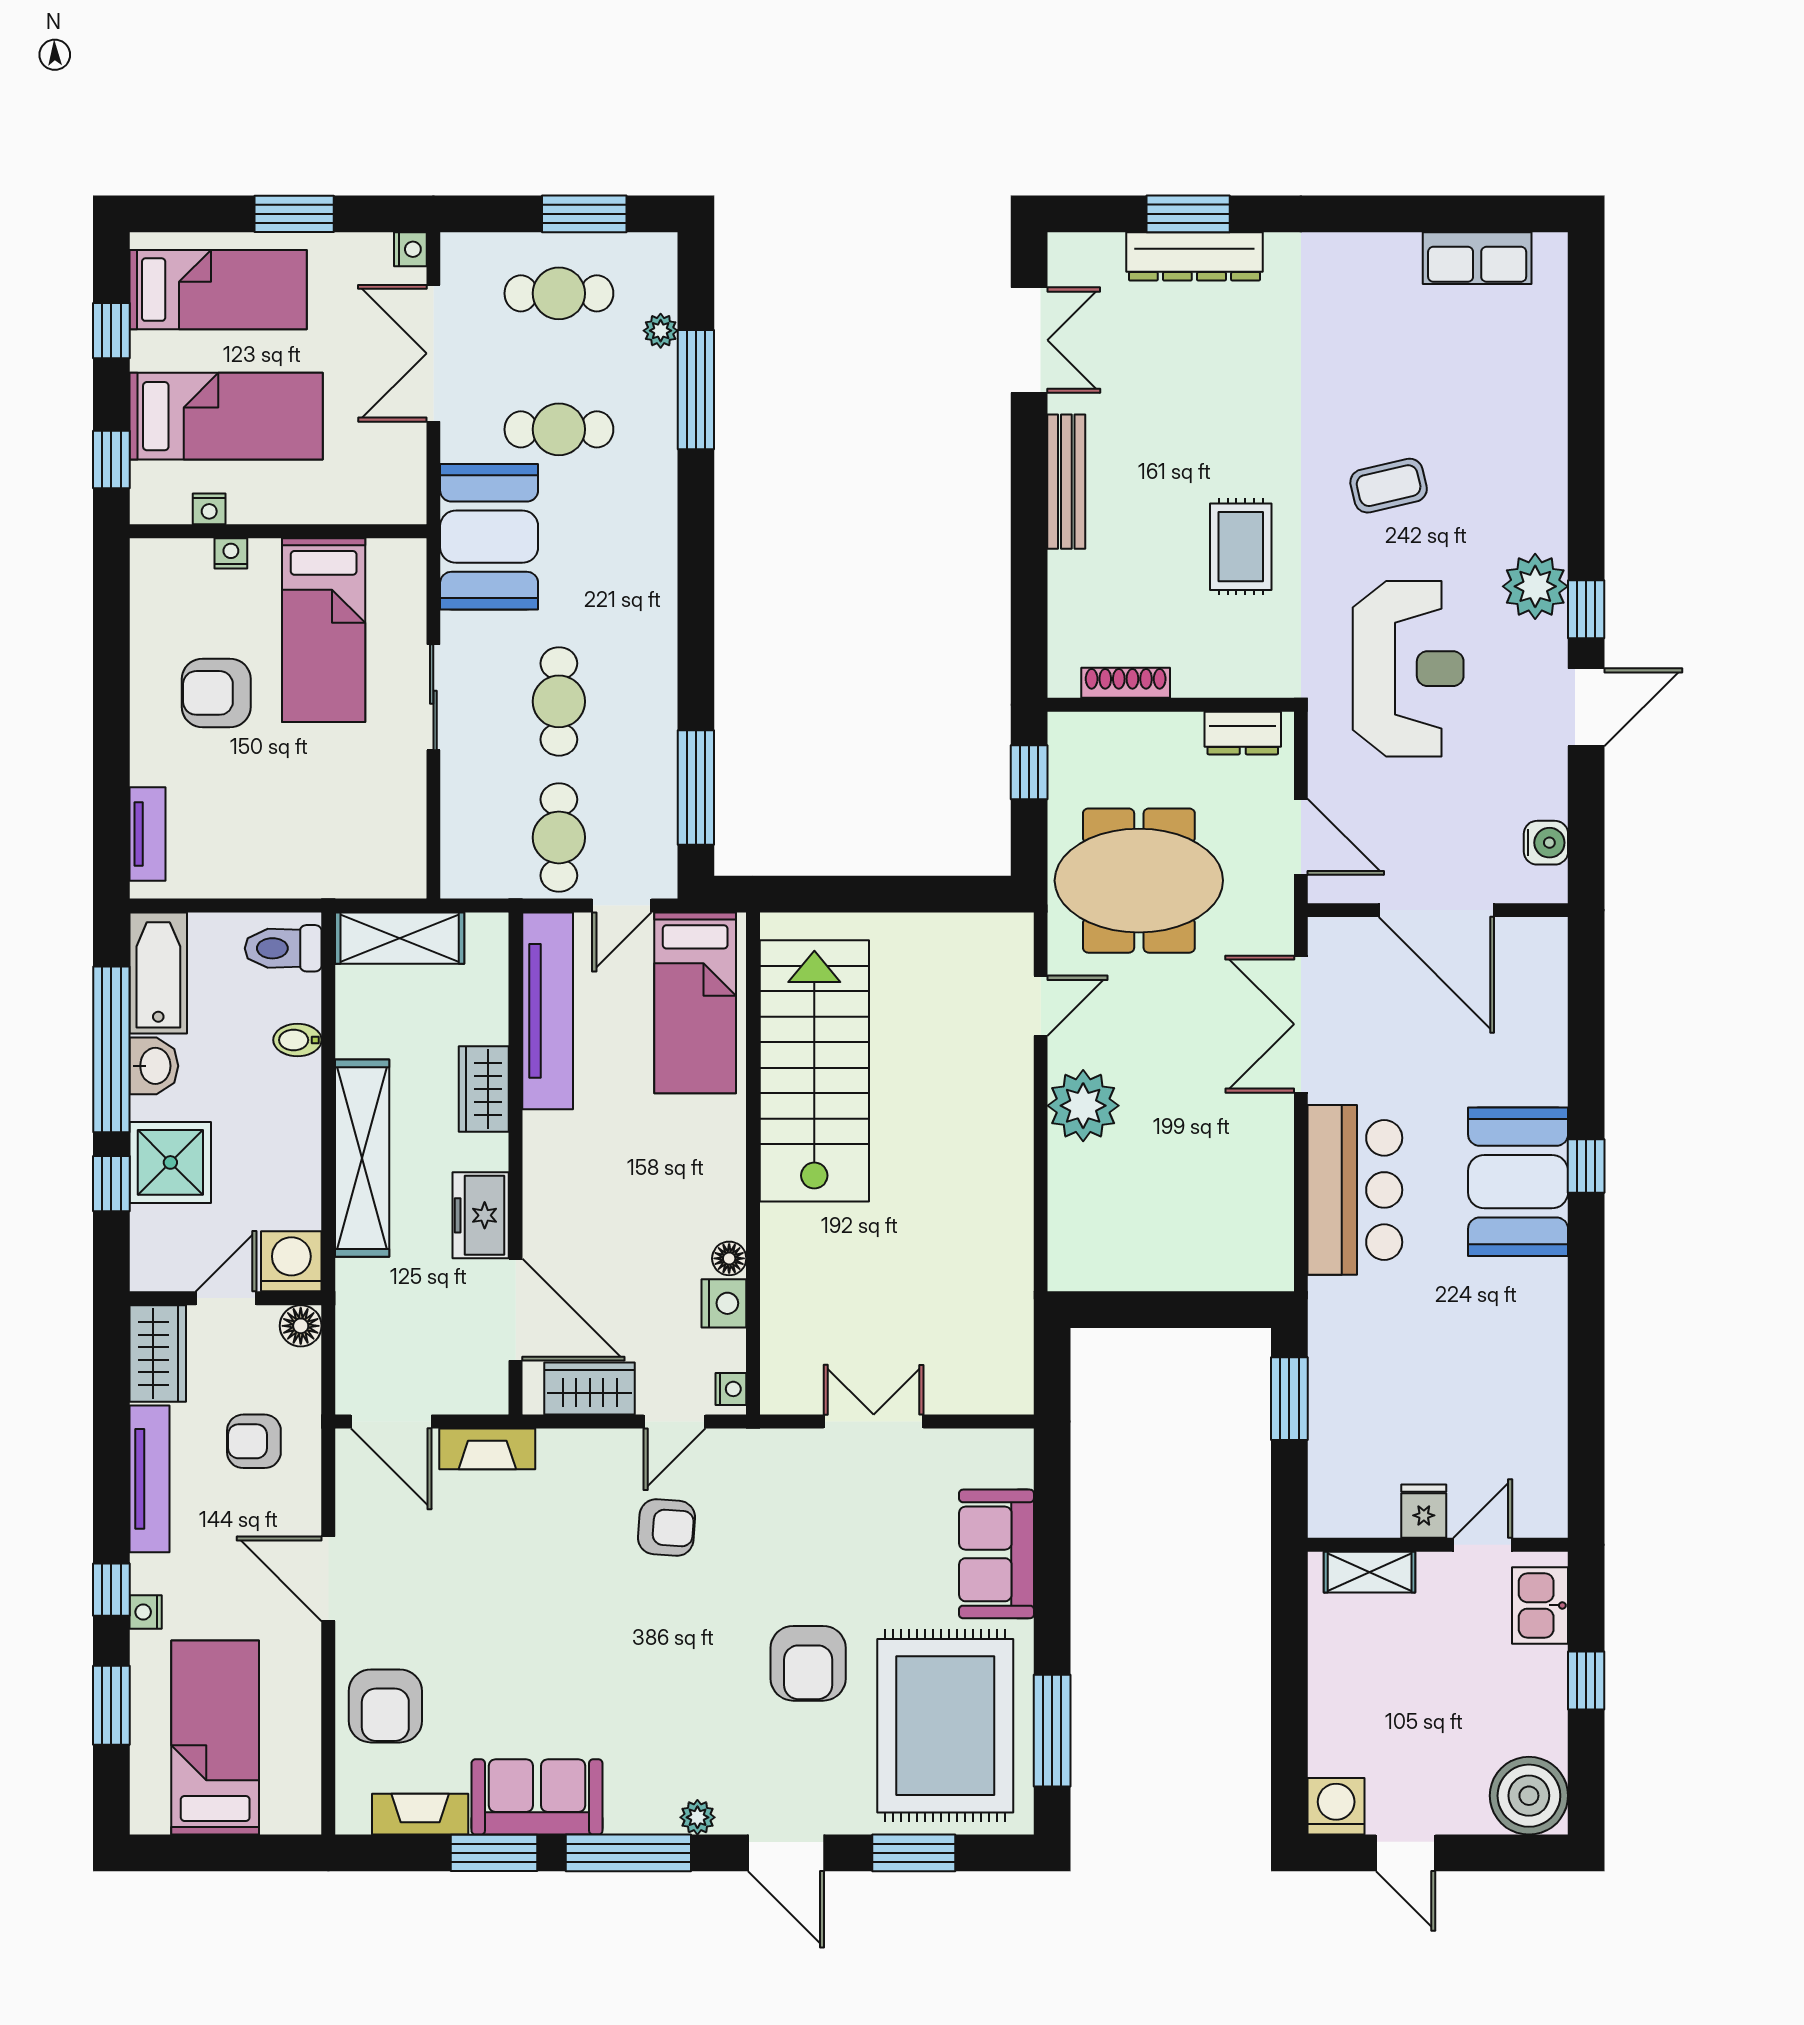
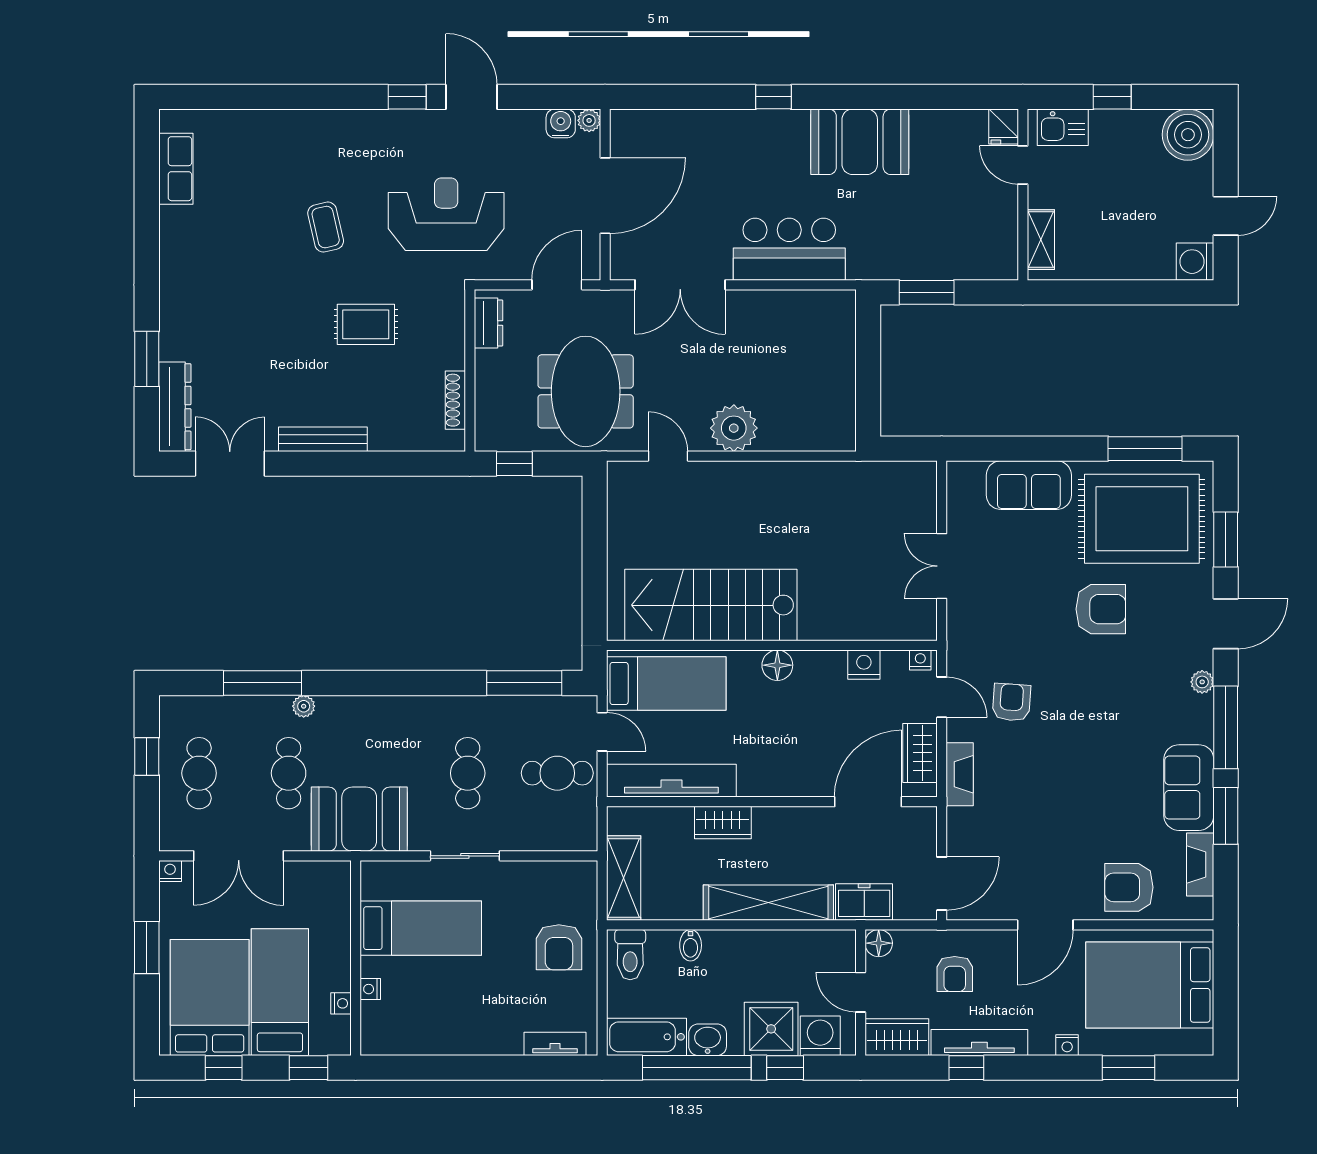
window: (584, 214) -> (147, 756), width x0.67
dresser: (1194, 256) -> (175, 407), moved
bed: (218, 290) -> (210, 997), width x1.50
plant: (661, 331) -> (304, 706), moved
plant: (1535, 586) -> (589, 120), moved, width x0.53, depth x0.53
armchair: (216, 693) -> (559, 947), moved
cafe table: (559, 701) -> (468, 773), turned 90
booth: (1518, 1182) -> (860, 142), moved
freezer: (481, 1215) -> (864, 902), moved, turned 180
floor lamp: (729, 1258) -> (777, 665), moved, width x1.37, depth x1.37
washing machine: (291, 1261) -> (820, 1036), moved, turned 90
fireplace: (487, 1449) -> (960, 774), moved
fridge: (1424, 1511) -> (1004, 127), moved, turned -90
window: (111, 1590) -> (966, 1068), moved
armchair: (385, 1706) -> (1129, 887), turned 180
bed: (215, 1738) -> (1150, 985), width x1.50

